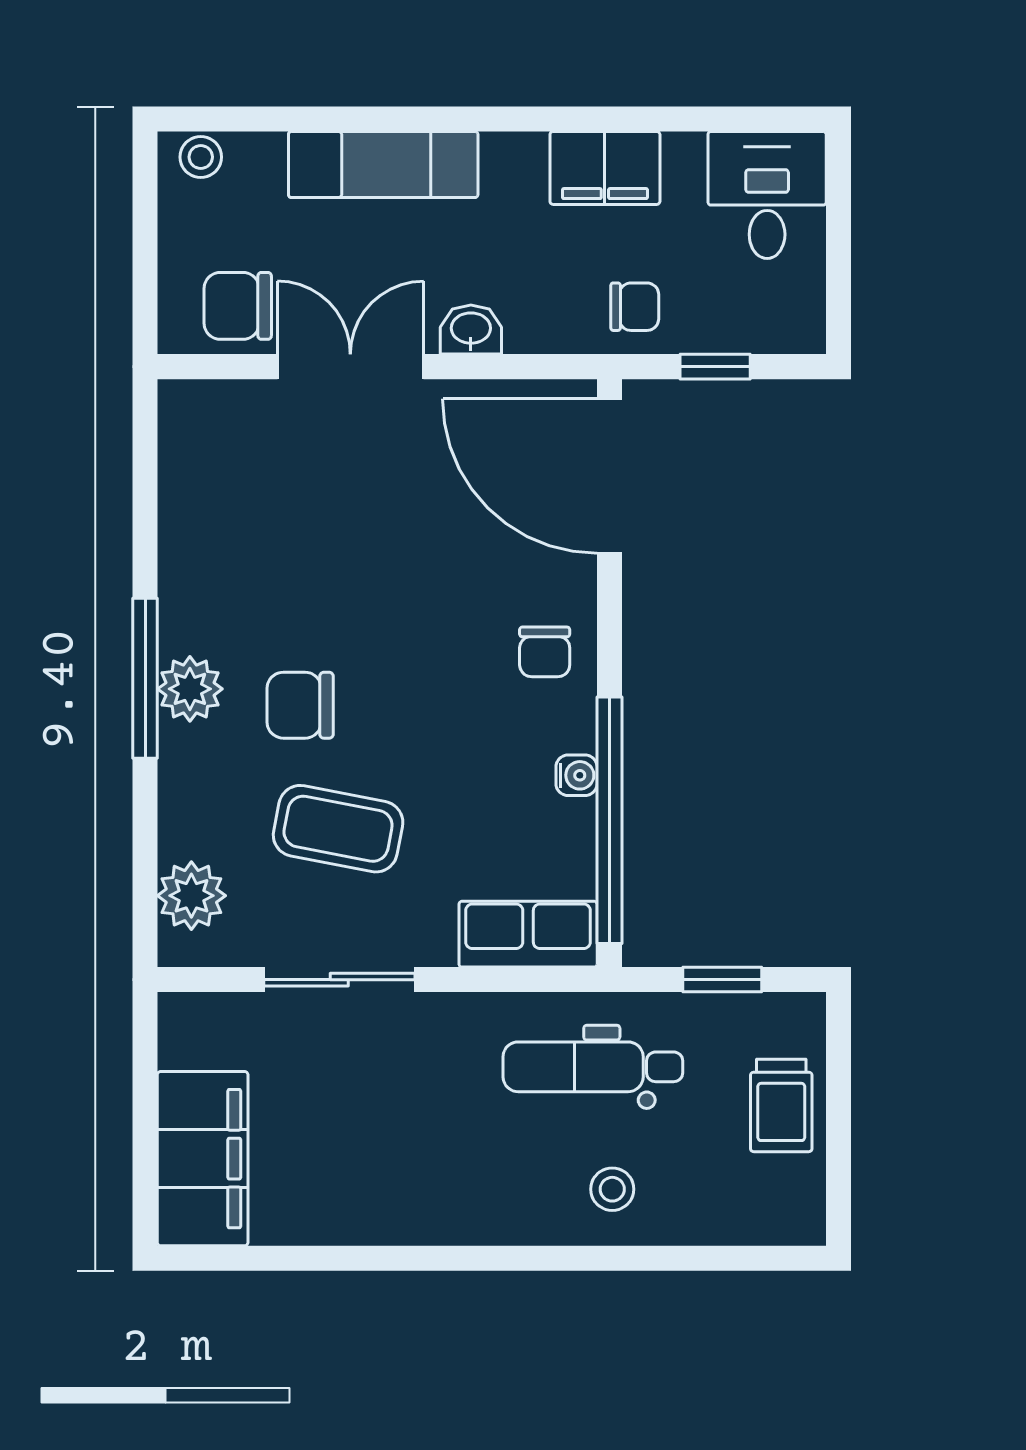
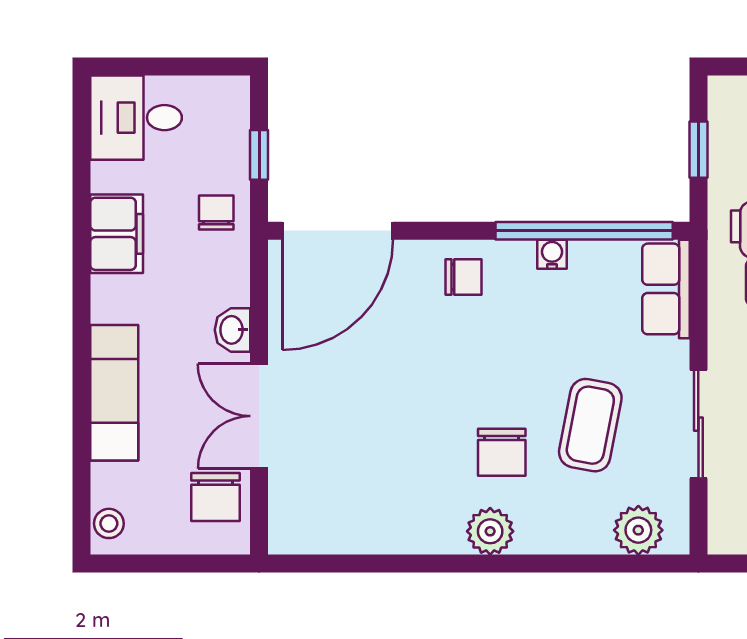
window: (145, 678) -> (482, 563), removed

